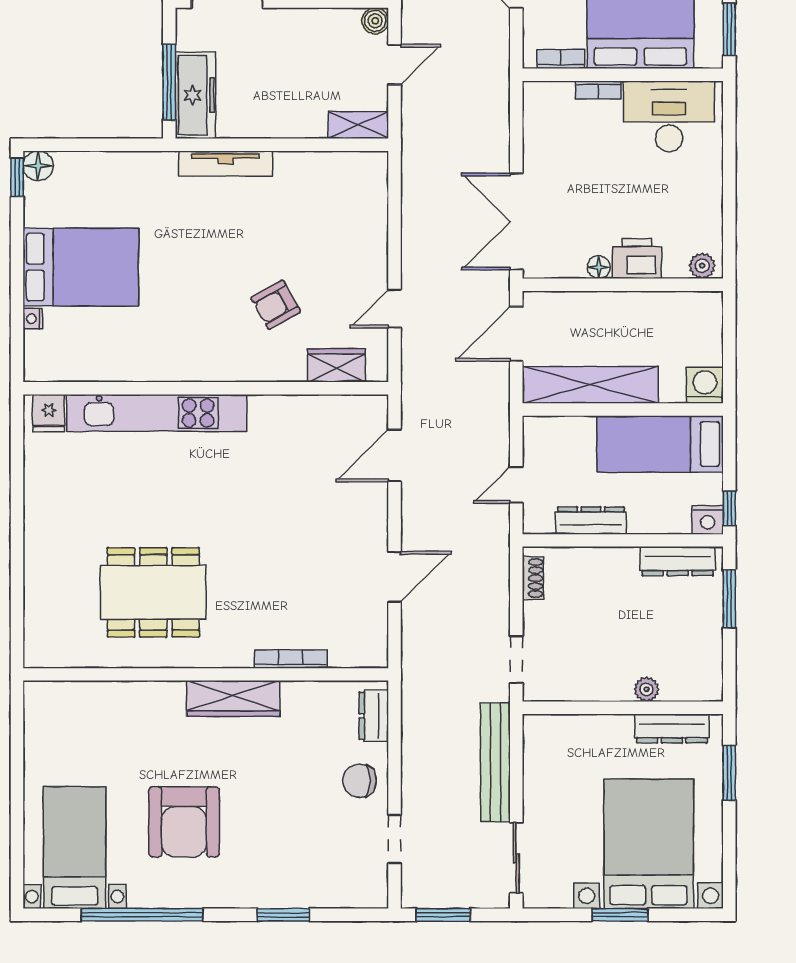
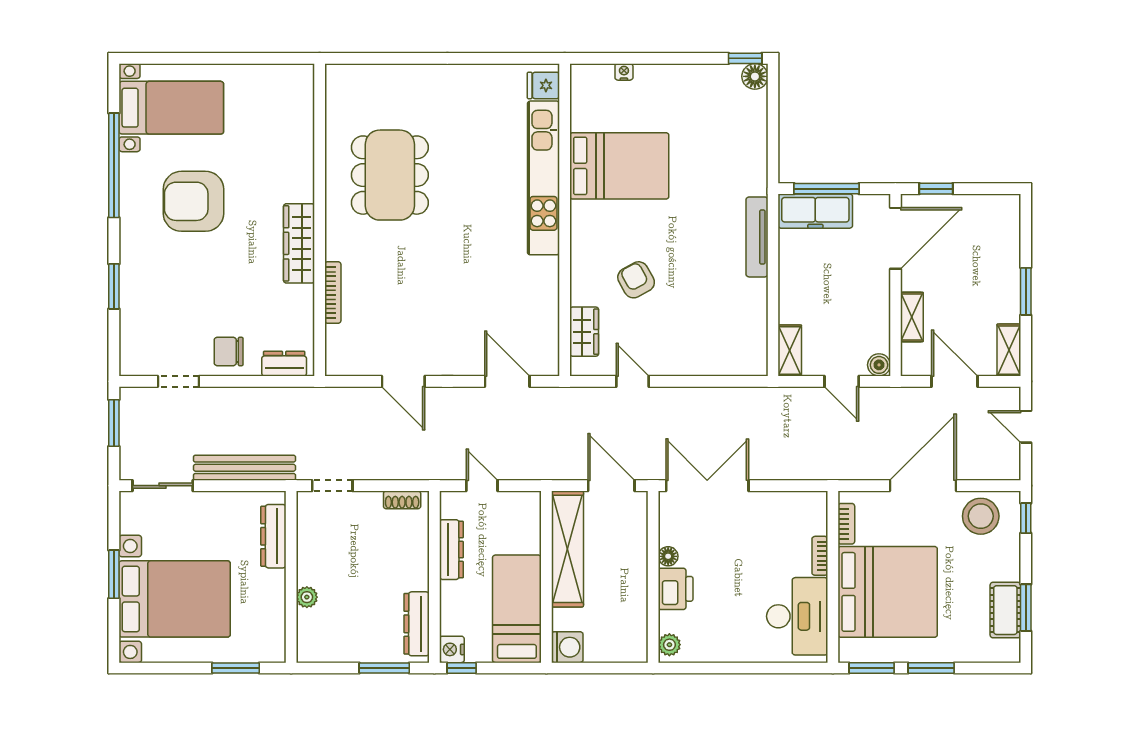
bed: (81, 267) -> (619, 166), moved, turned -90
dresser: (672, 728) -> (273, 536), moved
chair: (360, 781) -> (229, 351), turned -90

